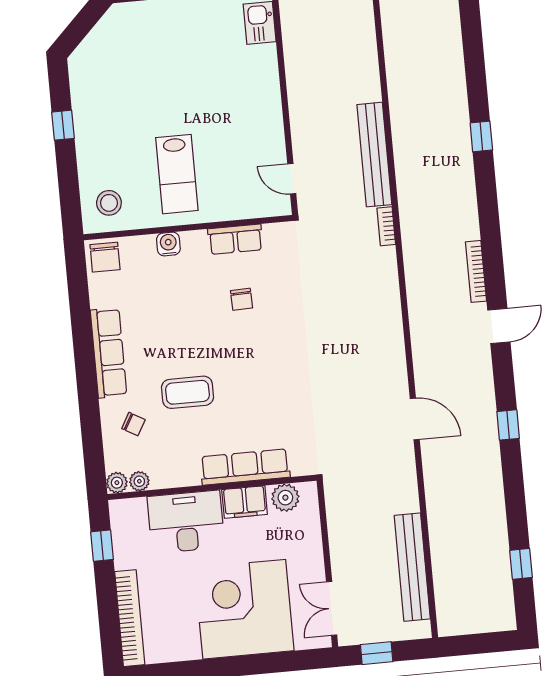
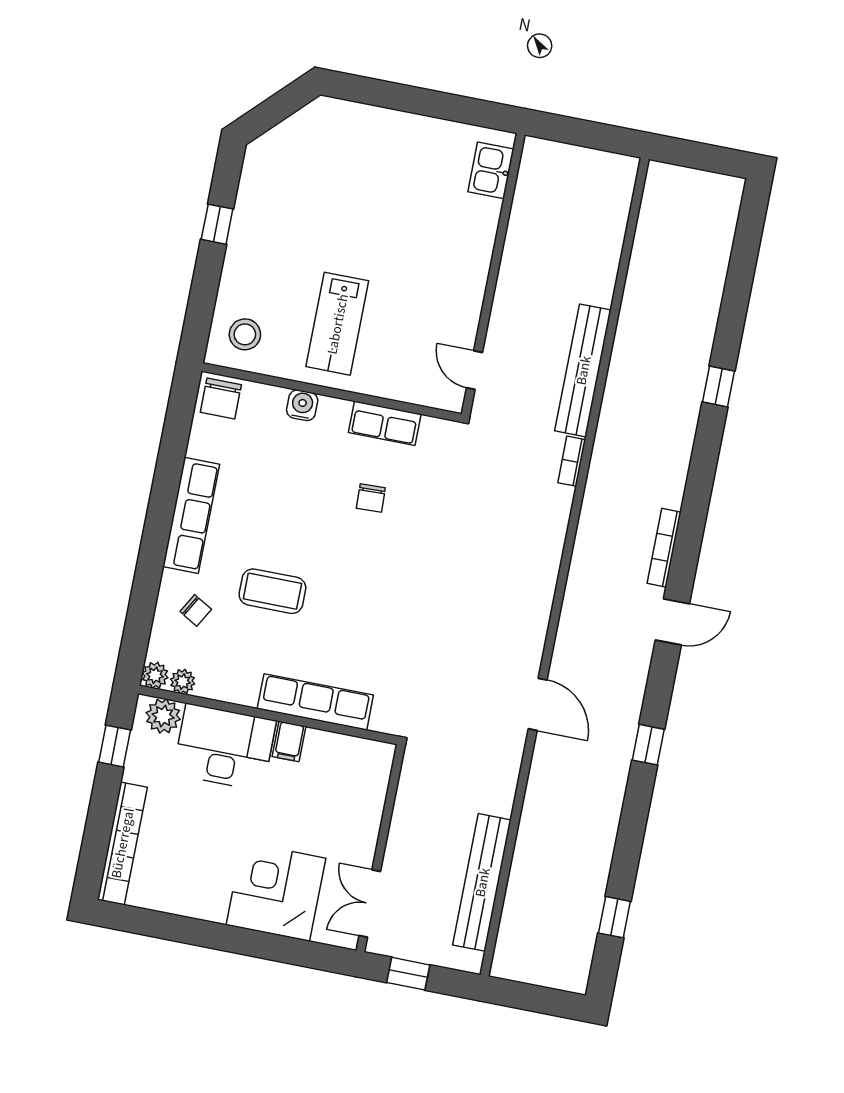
plant: (285, 498) -> (163, 716), moved
filing cabinet: (245, 502) -> (289, 741), width x0.50
corner desk: (244, 609) -> (276, 892), width x0.74, depth x0.74

